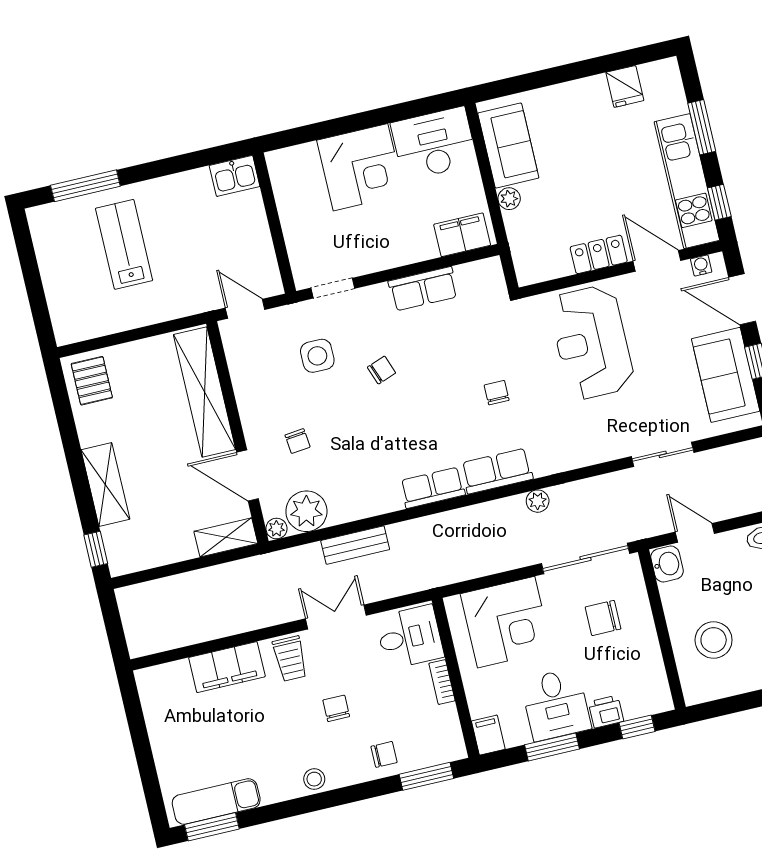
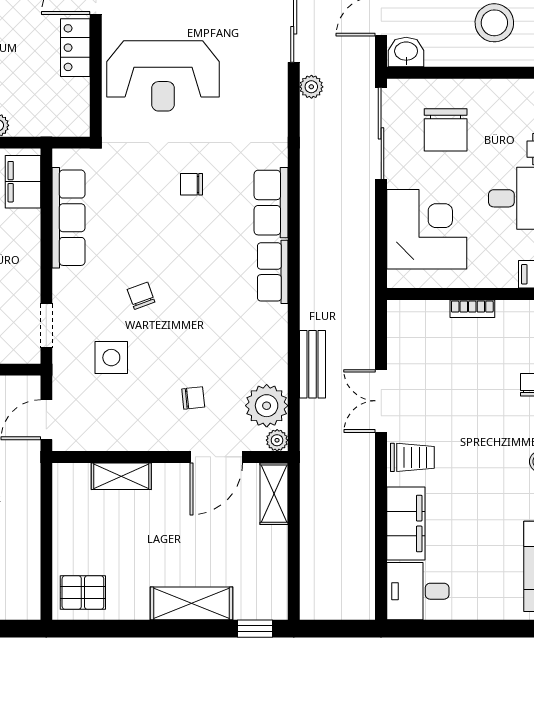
row of seats: (423, 289) -> (68, 218), width x1.48
shelving: (205, 392) -> (121, 476), width x0.45, depth x0.75
plant: (538, 501) -> (311, 87), moved
chair: (603, 618) -> (446, 130), width x1.37, depth x1.37
desk: (410, 637) -> (418, 591), moved, turned -90
chair: (336, 708) -> (474, 422), removed

